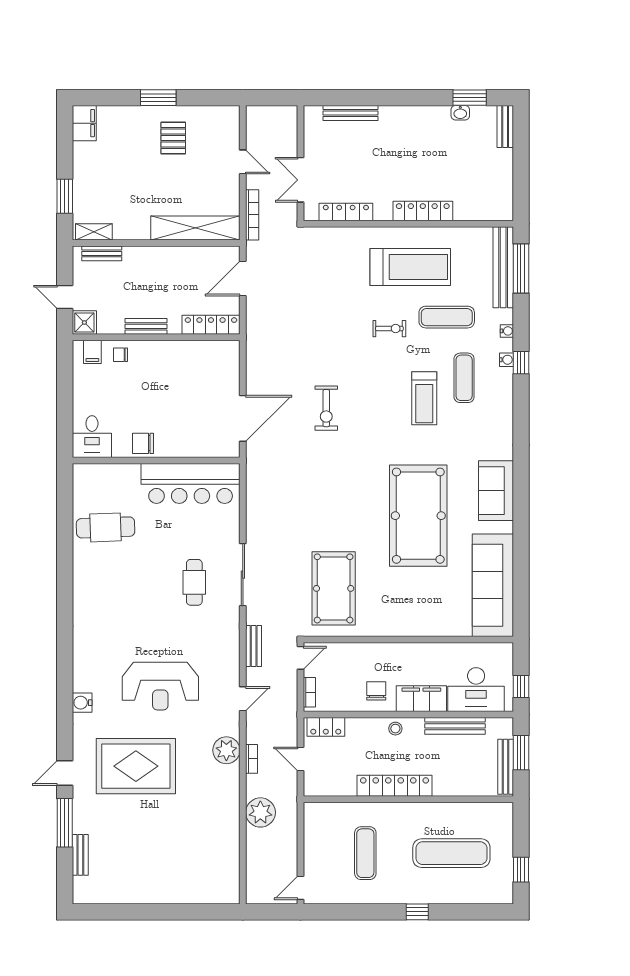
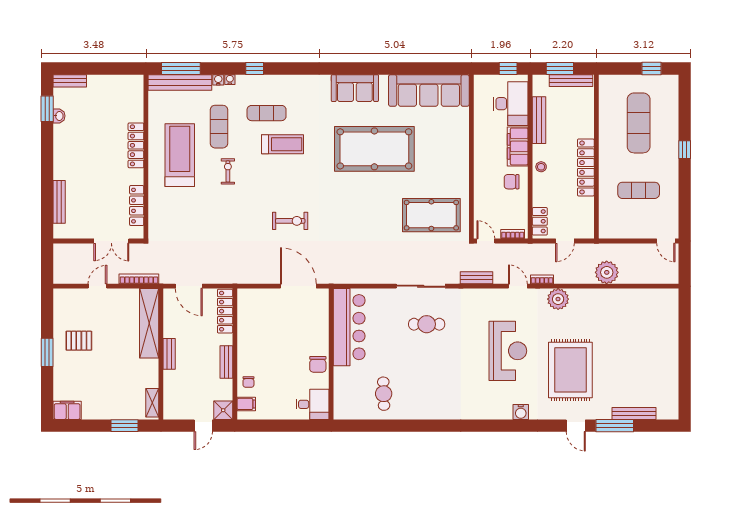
bench: (102, 253) -> (169, 354), moved
water cooler: (506, 360) -> (218, 80), moved
cafe table: (106, 527) -> (384, 394), width x0.73, depth x0.74
bookcase: (252, 759) -> (542, 279), moved
bench: (80, 855) -> (634, 413), width x1.36

